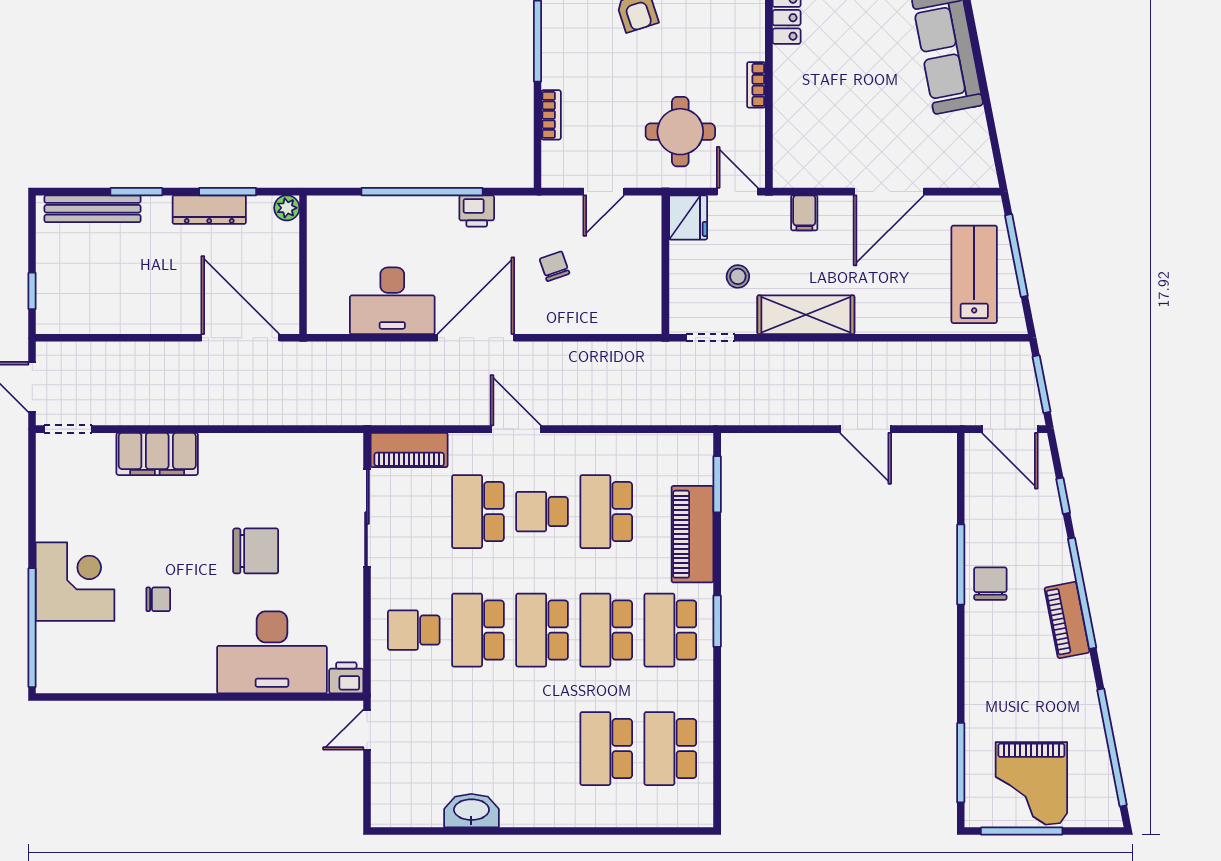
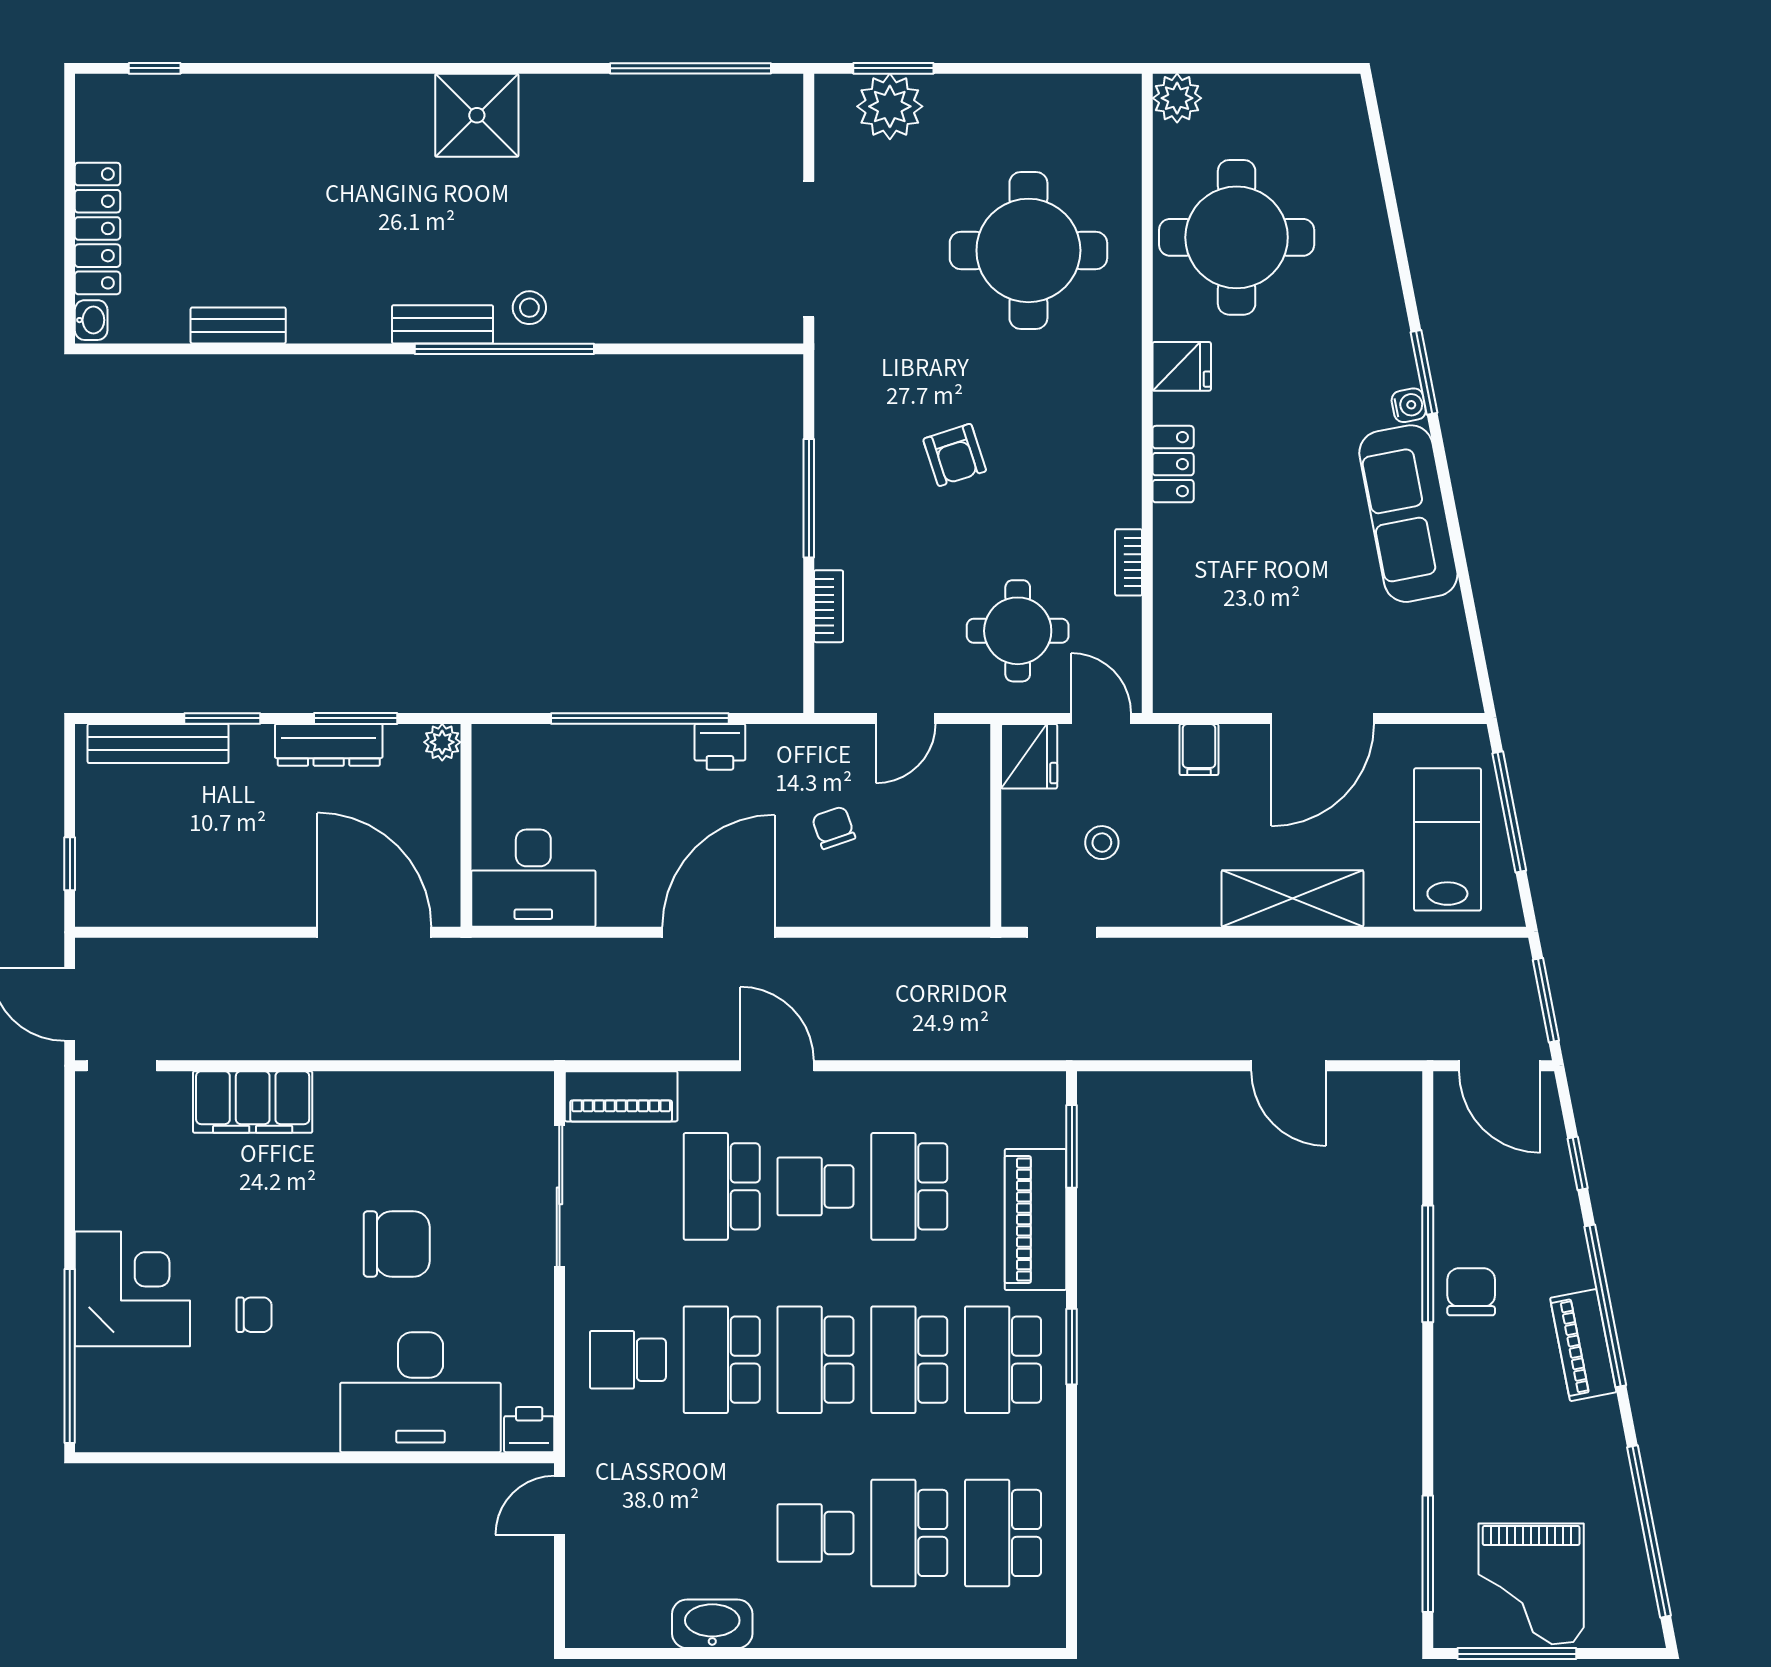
desk: (392, 301) -> (533, 878), moved
shelving: (806, 315) -> (1292, 899), moved
school desk: (542, 749) -> (815, 1533), added

